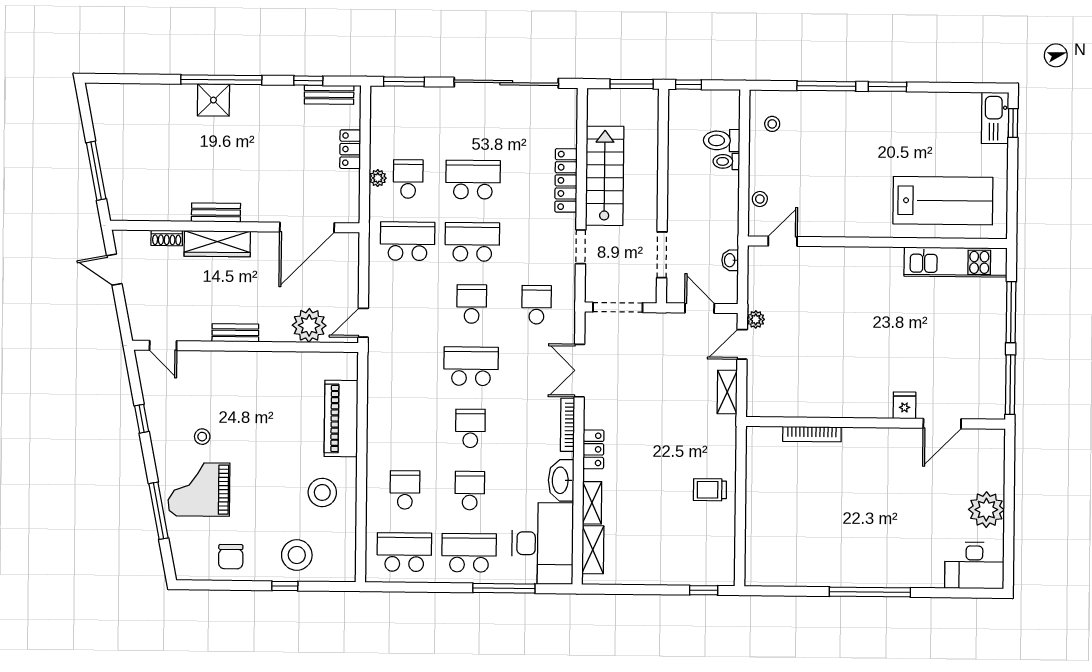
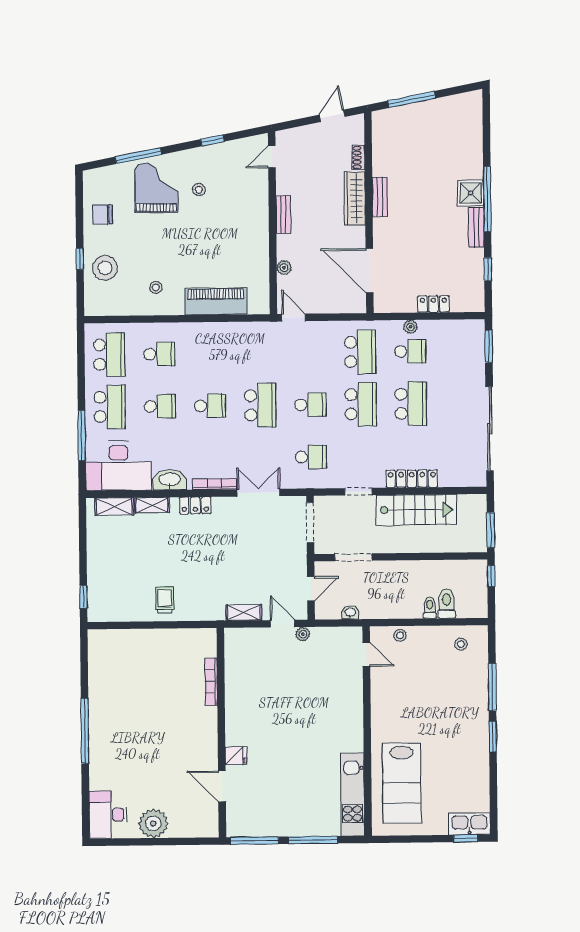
bench: (329, 95) -> (476, 227), moved
plant: (309, 325) -> (284, 268), width x0.53, depth x0.53
stool: (322, 492) -> (156, 287), width x0.53, depth x0.53

